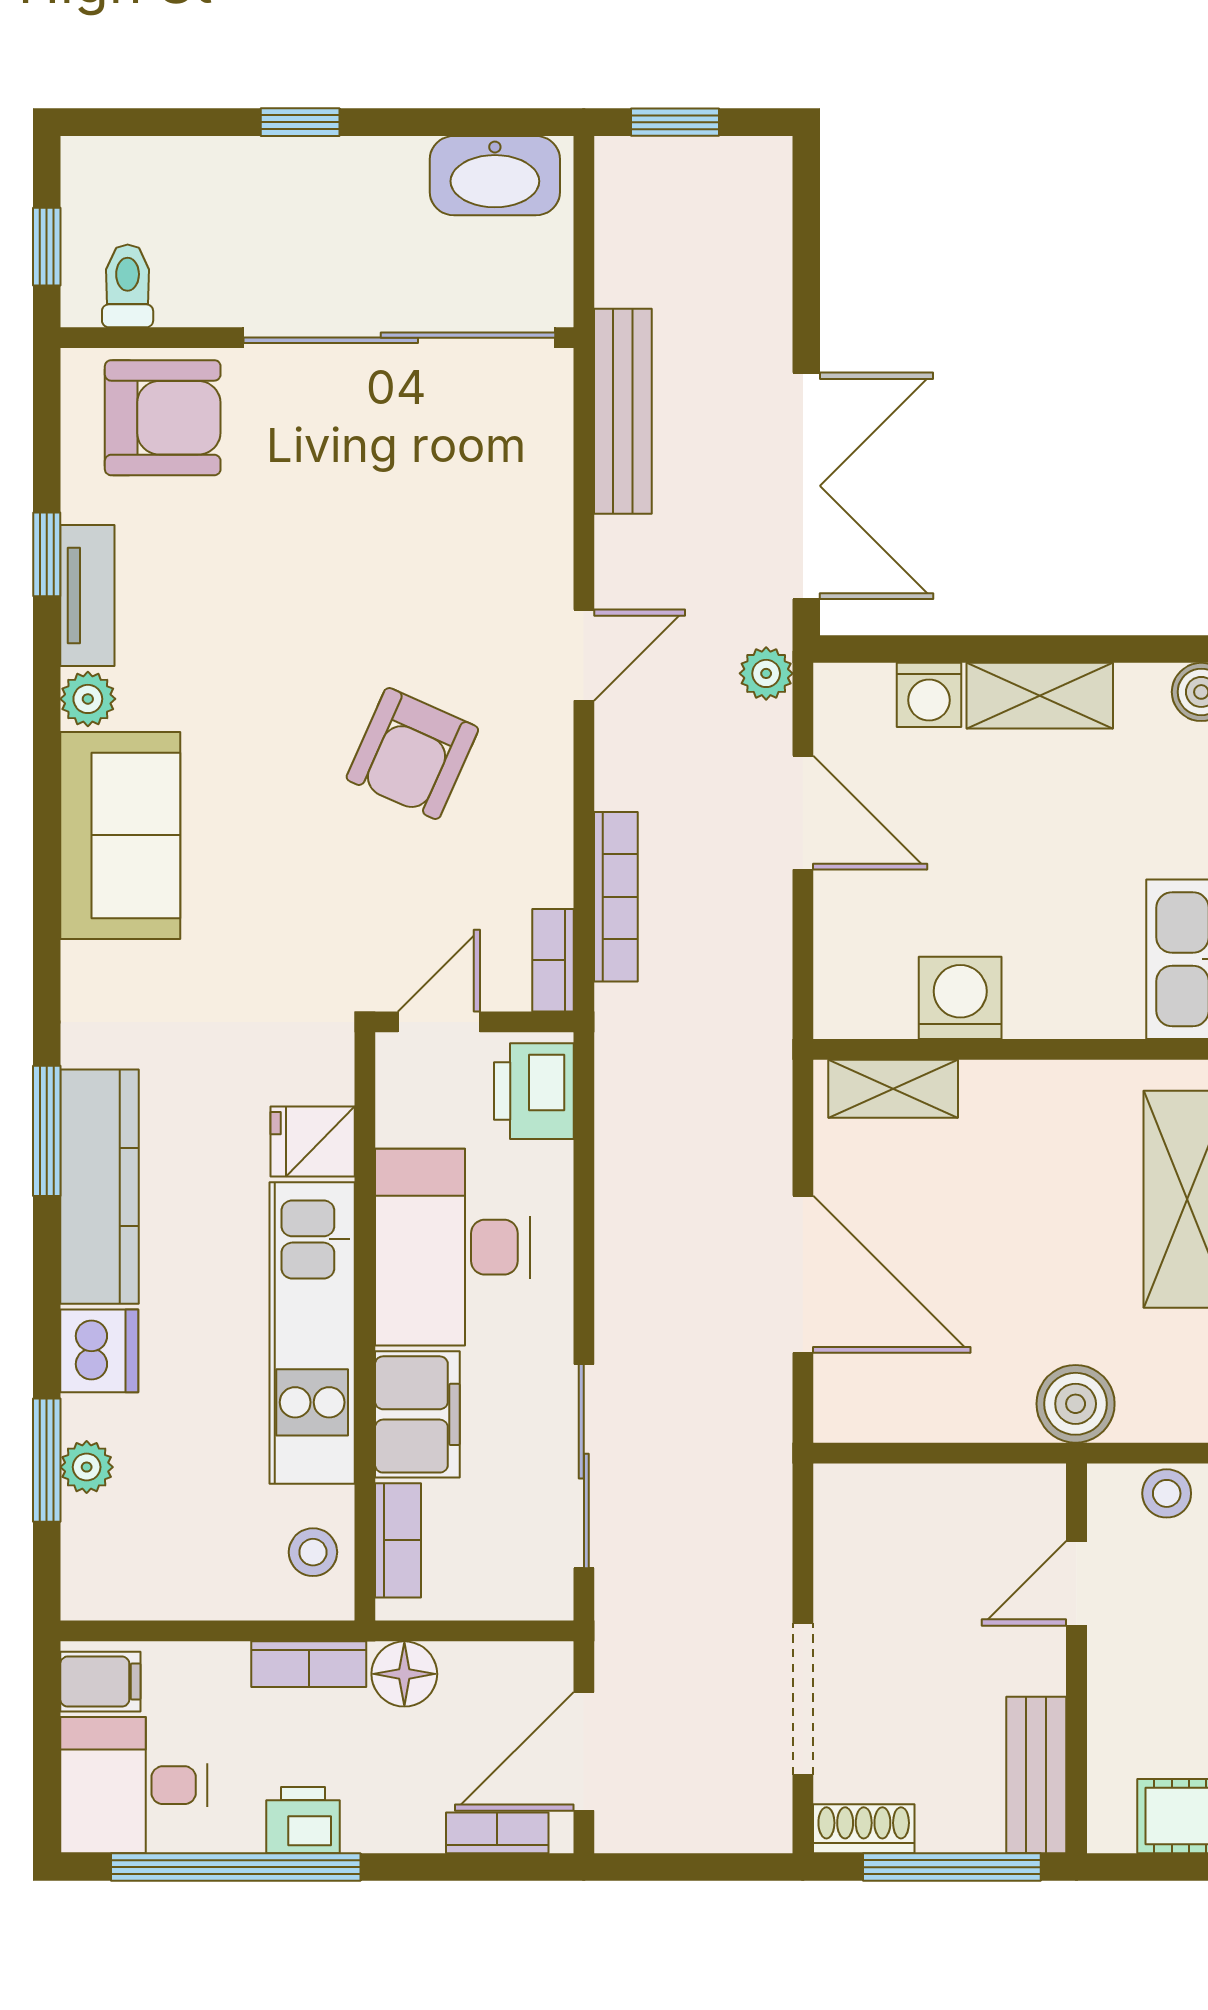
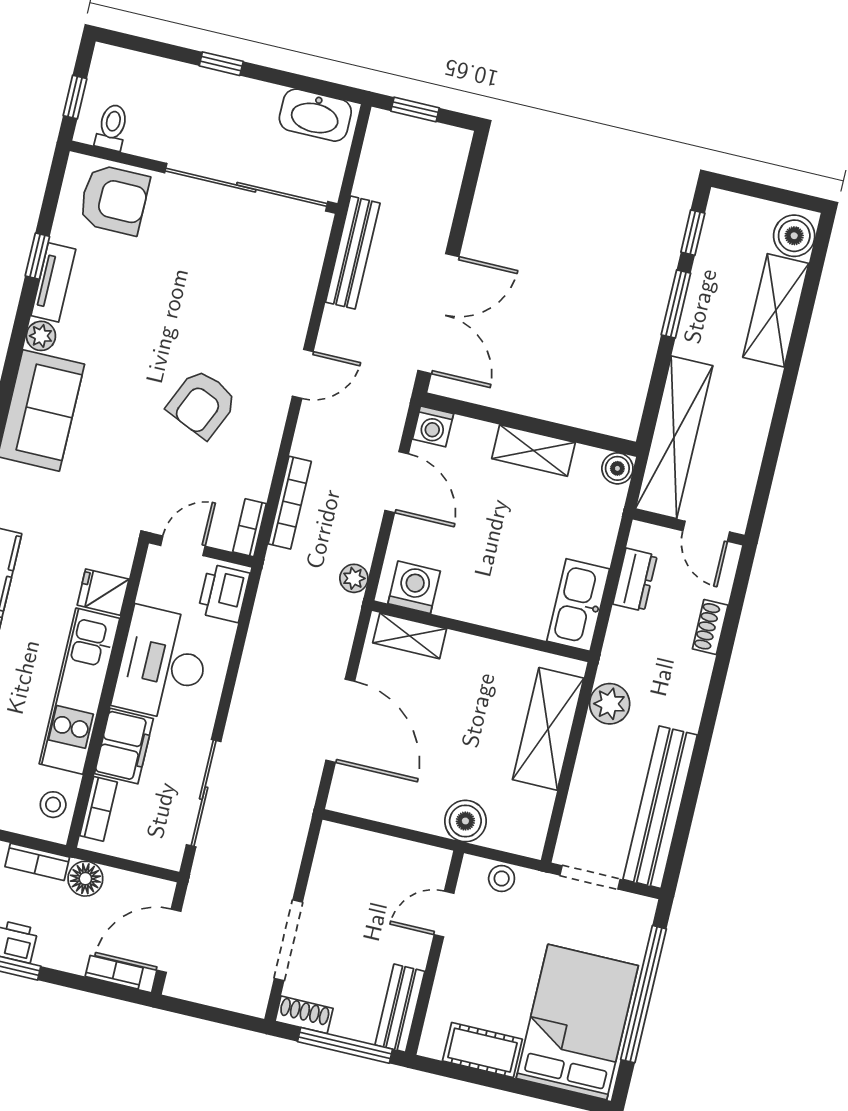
plant: (766, 673) -> (354, 578), moved
washing machine: (929, 695) -> (433, 426), moved
washing machine: (960, 998) -> (414, 587), moved

